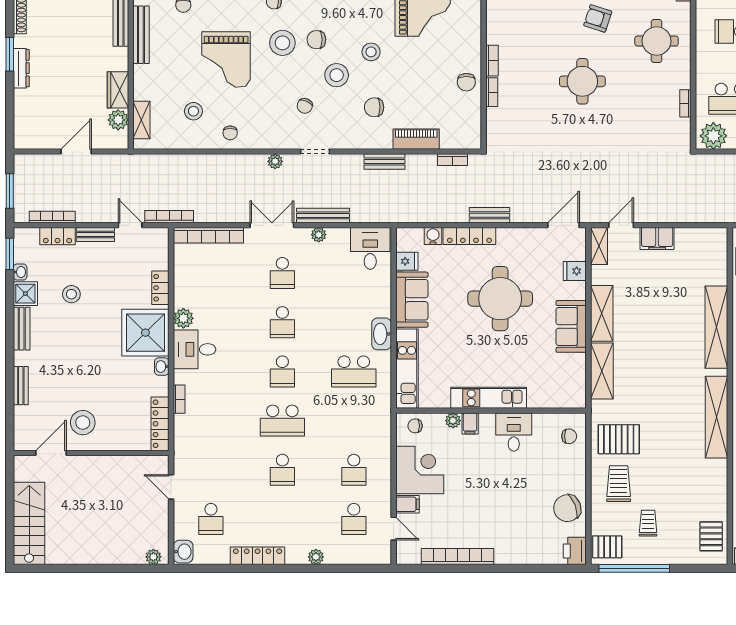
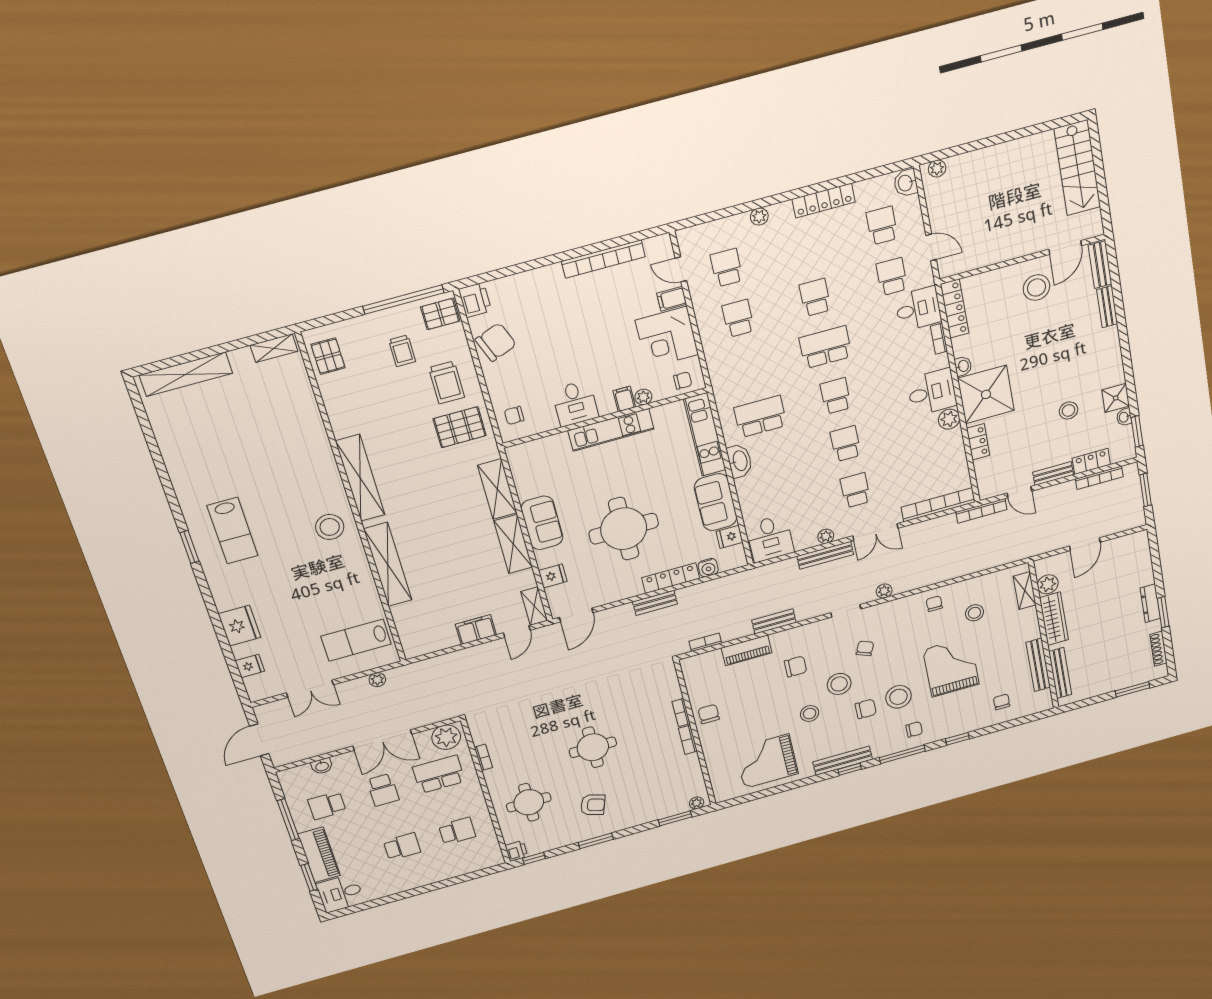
wardrobe: (118, 90) -> (1054, 619), width x1.50
bench: (22, 329) -> (1100, 265), moved
desk: (193, 433) -> (918, 309), added
school desk: (211, 470) -> (892, 277), added

